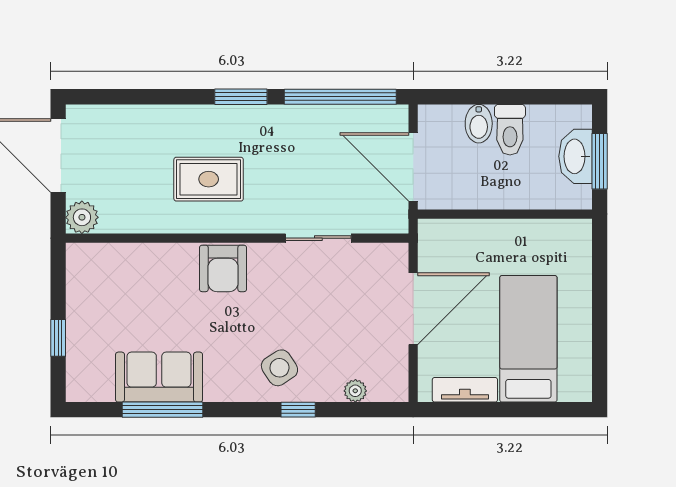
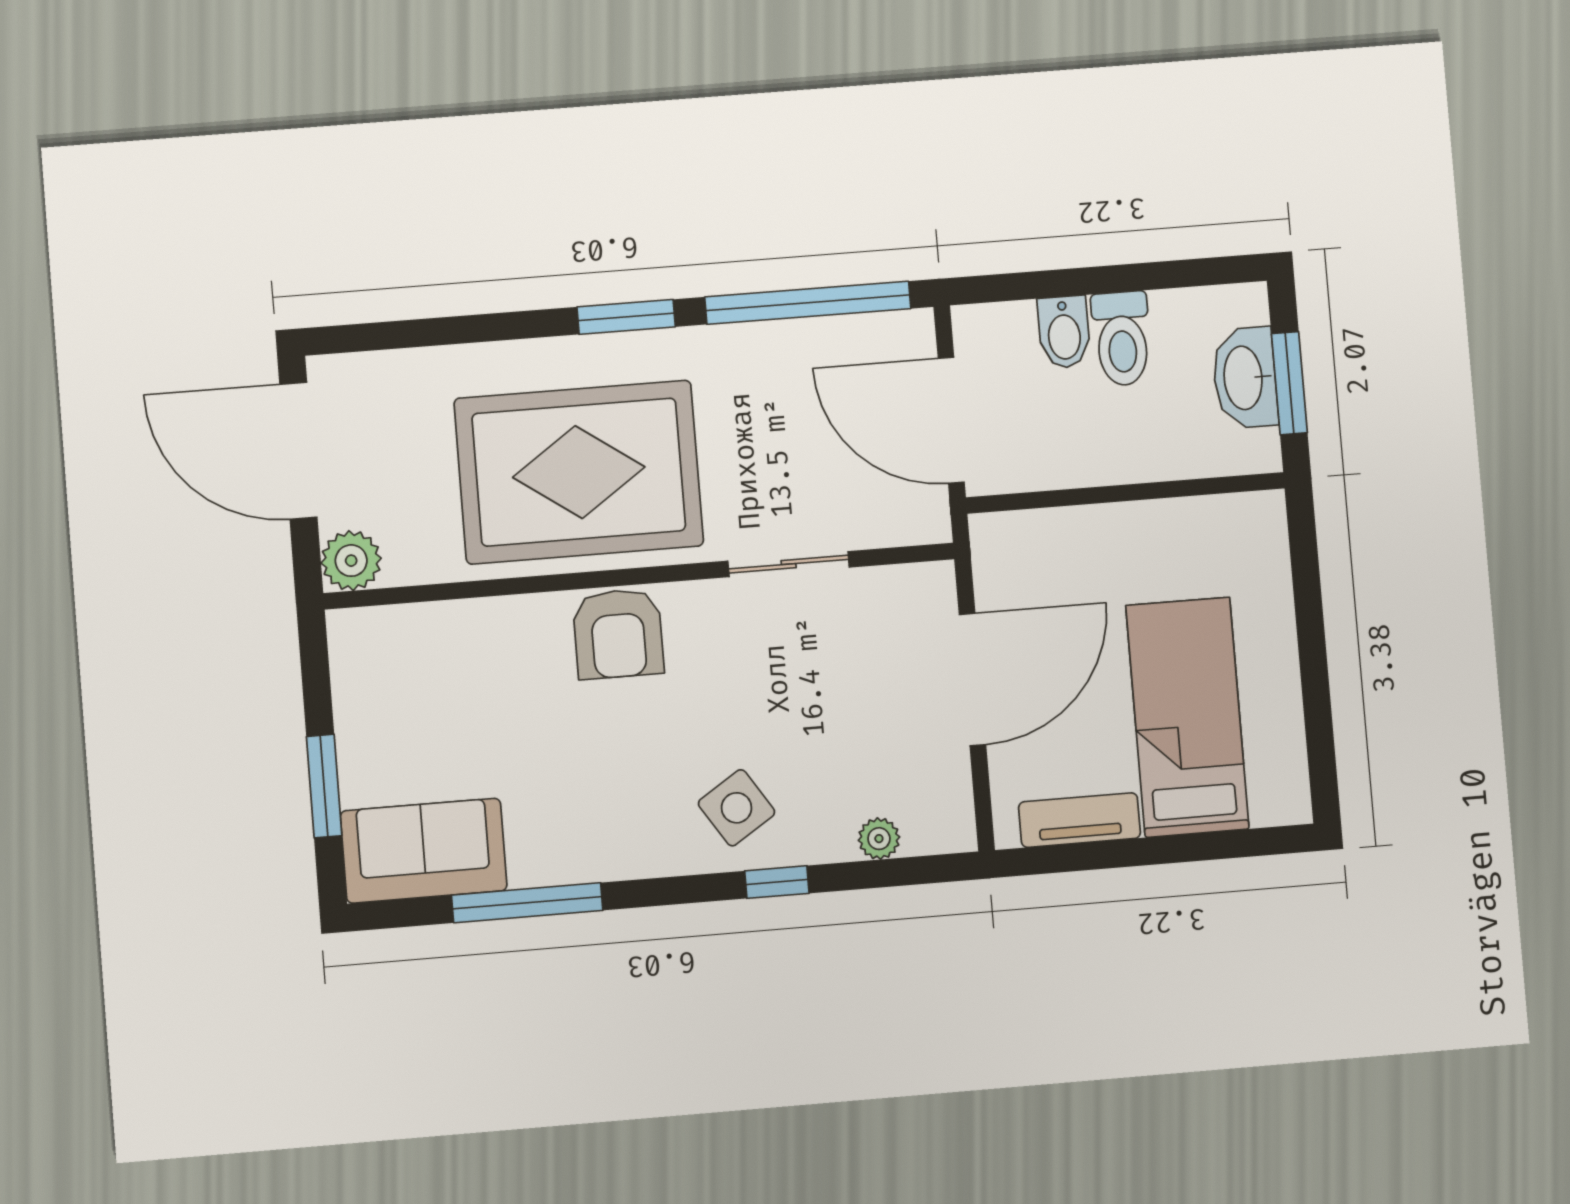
rug: (209, 179) -> (579, 472), width x1.86, depth x2.06
window: (58, 338) -> (324, 786), width x1.50
sofa: (159, 377) -> (424, 851), moved

